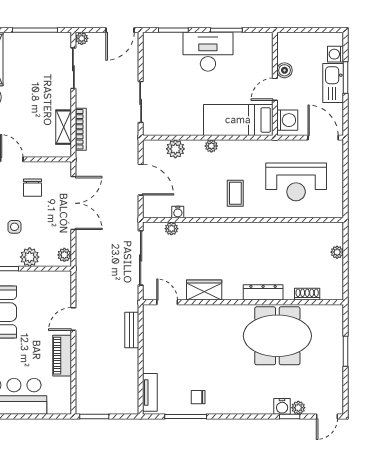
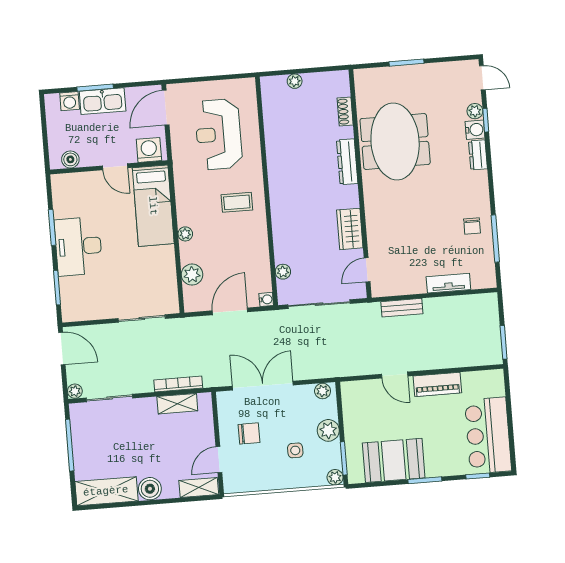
boiler: (285, 70) -> (70, 159), moved
reception desk: (296, 182) -> (218, 134), turned 180
water cooler: (178, 212) -> (266, 299), moved
tv unit: (150, 392) -> (448, 283), moved
dresser: (260, 407) -> (478, 155), added

